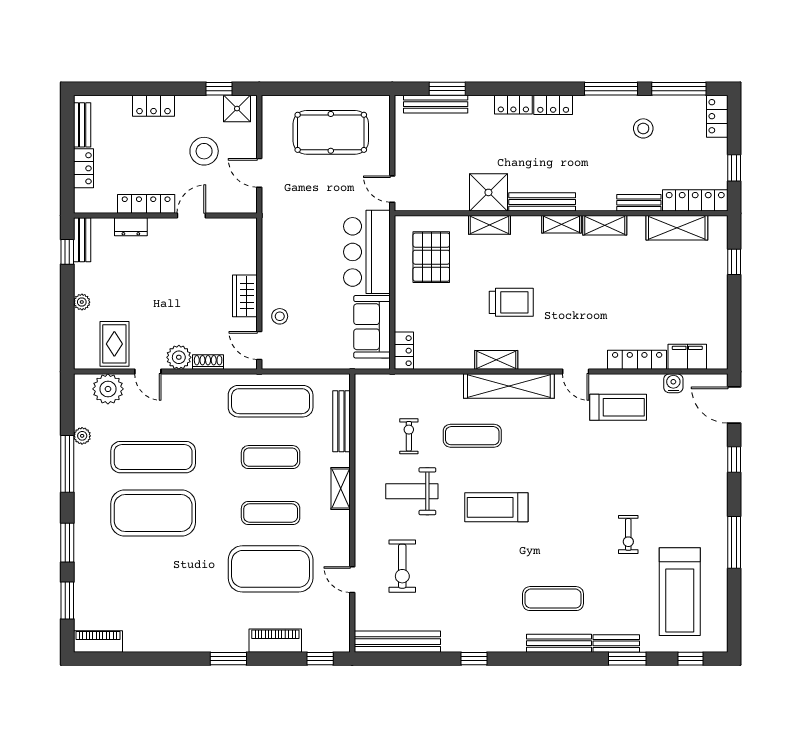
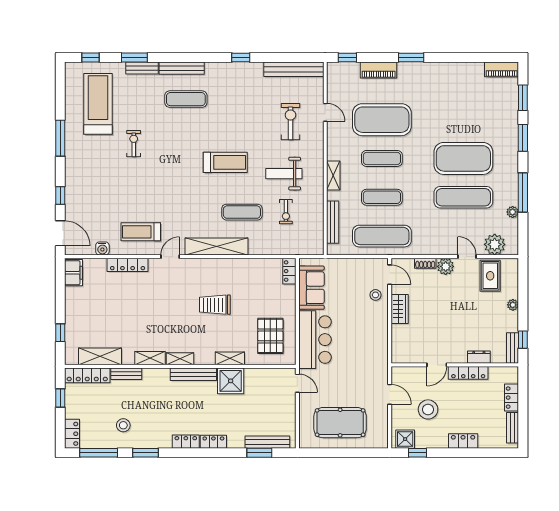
window: (611, 89) -> (146, 453), width x0.69
filing cabinet: (687, 357) -> (73, 273), moved, turned -90
shelving: (496, 360) -> (225, 265), removed
door: (576, 372) -> (170, 257), hinge flipped
weight bench: (412, 491) -> (284, 174), turned 180

